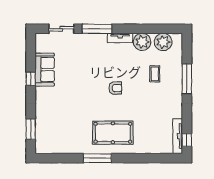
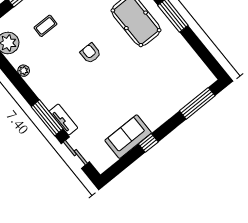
tv unit: (120, 38) -> (63, 120), moved
plant: (142, 42) -> (24, 71), width x0.53, depth x0.53
window: (31, 129) -> (197, 103), width x1.44

